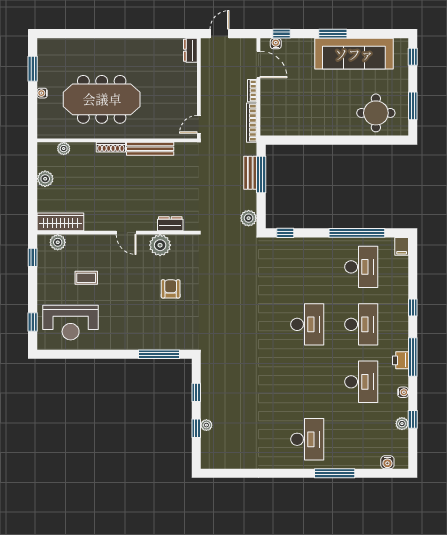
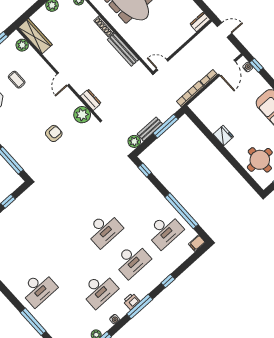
fridge: (320, 127) -> (223, 135), added
bench: (250, 173) -> (150, 129), moved
plant: (160, 245) -> (82, 115), moved

